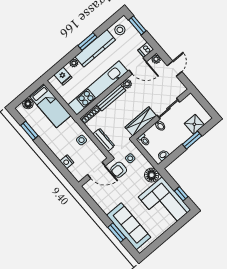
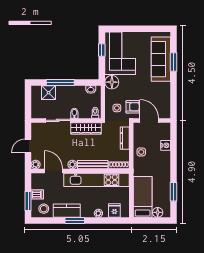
kitchen counter: (95, 48) -> (67, 211), width x0.67
dishwasher: (146, 50) -> (37, 194), moved
window: (192, 140) -> (60, 83), width x1.44

